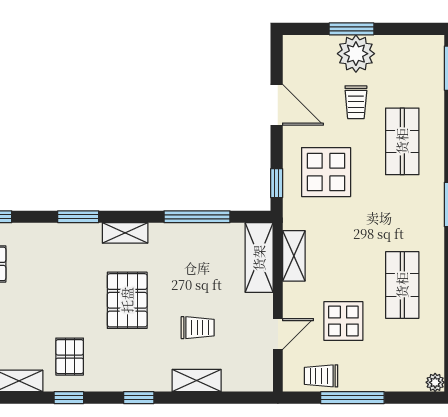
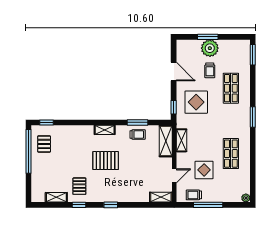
window: (78, 217) -> (83, 122), removed
window: (197, 217) -> (137, 122), width x0.69
pallet: (127, 300) -> (106, 161), turned 90
trolley: (198, 328) -> (138, 135), moved
shelving: (197, 381) -> (161, 197), moved

